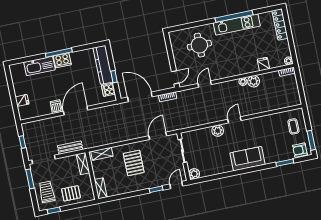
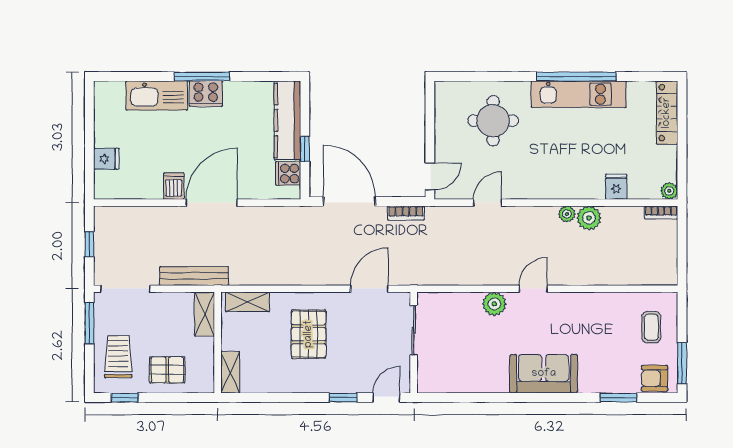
bench: (70, 148) -> (194, 276), width x1.36
plant: (194, 174) -> (428, 382), removed

